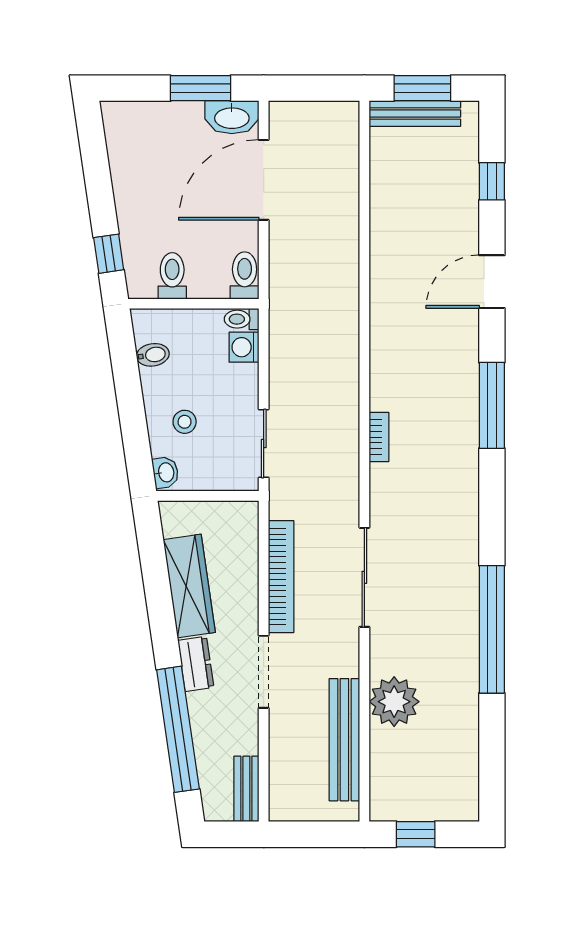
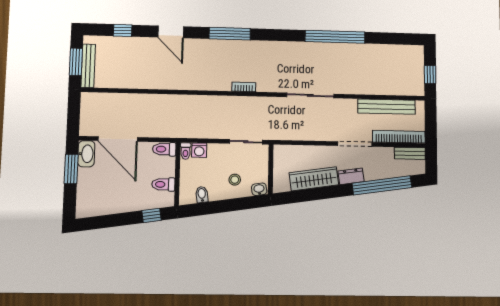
bookcase: (281, 577) -> (399, 137), moved
plant: (394, 702) -> (369, 83), removed

